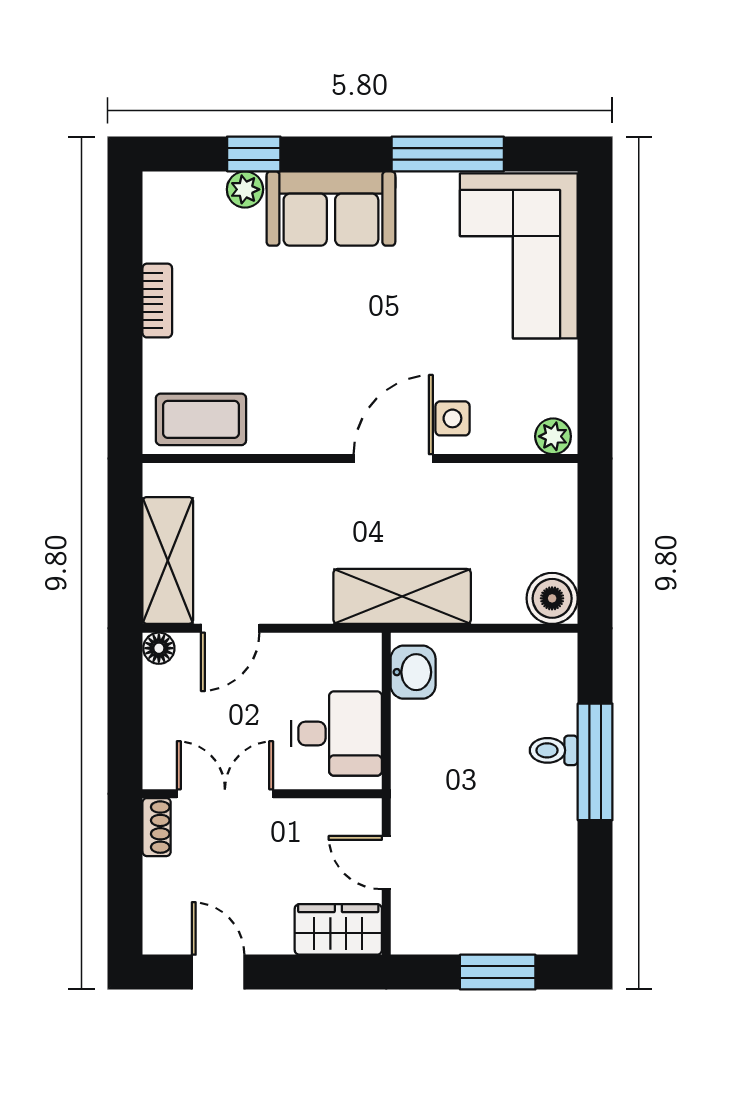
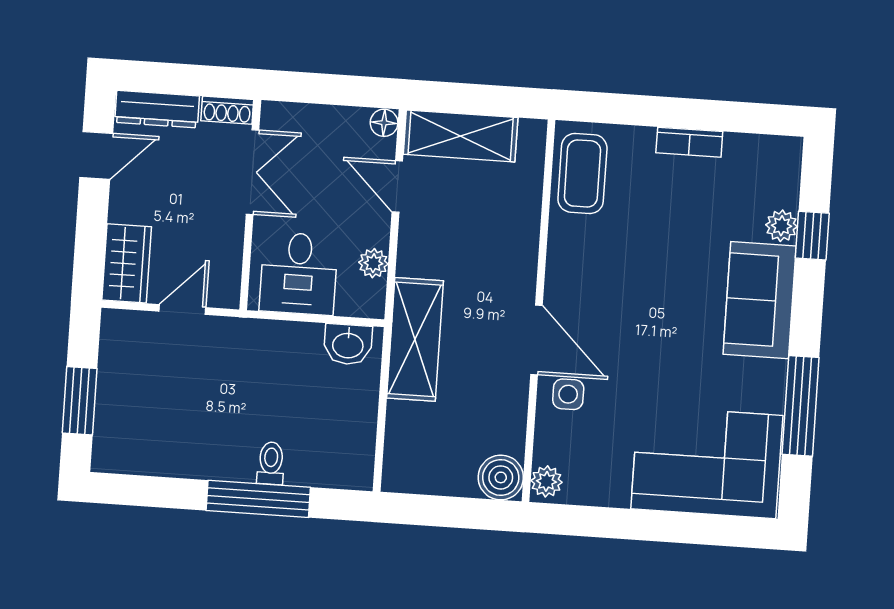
boiler: (552, 598) -> (501, 477), moved
plant: (319, 649) -> (373, 263), added
dresser: (161, 907) -> (157, 109), added

